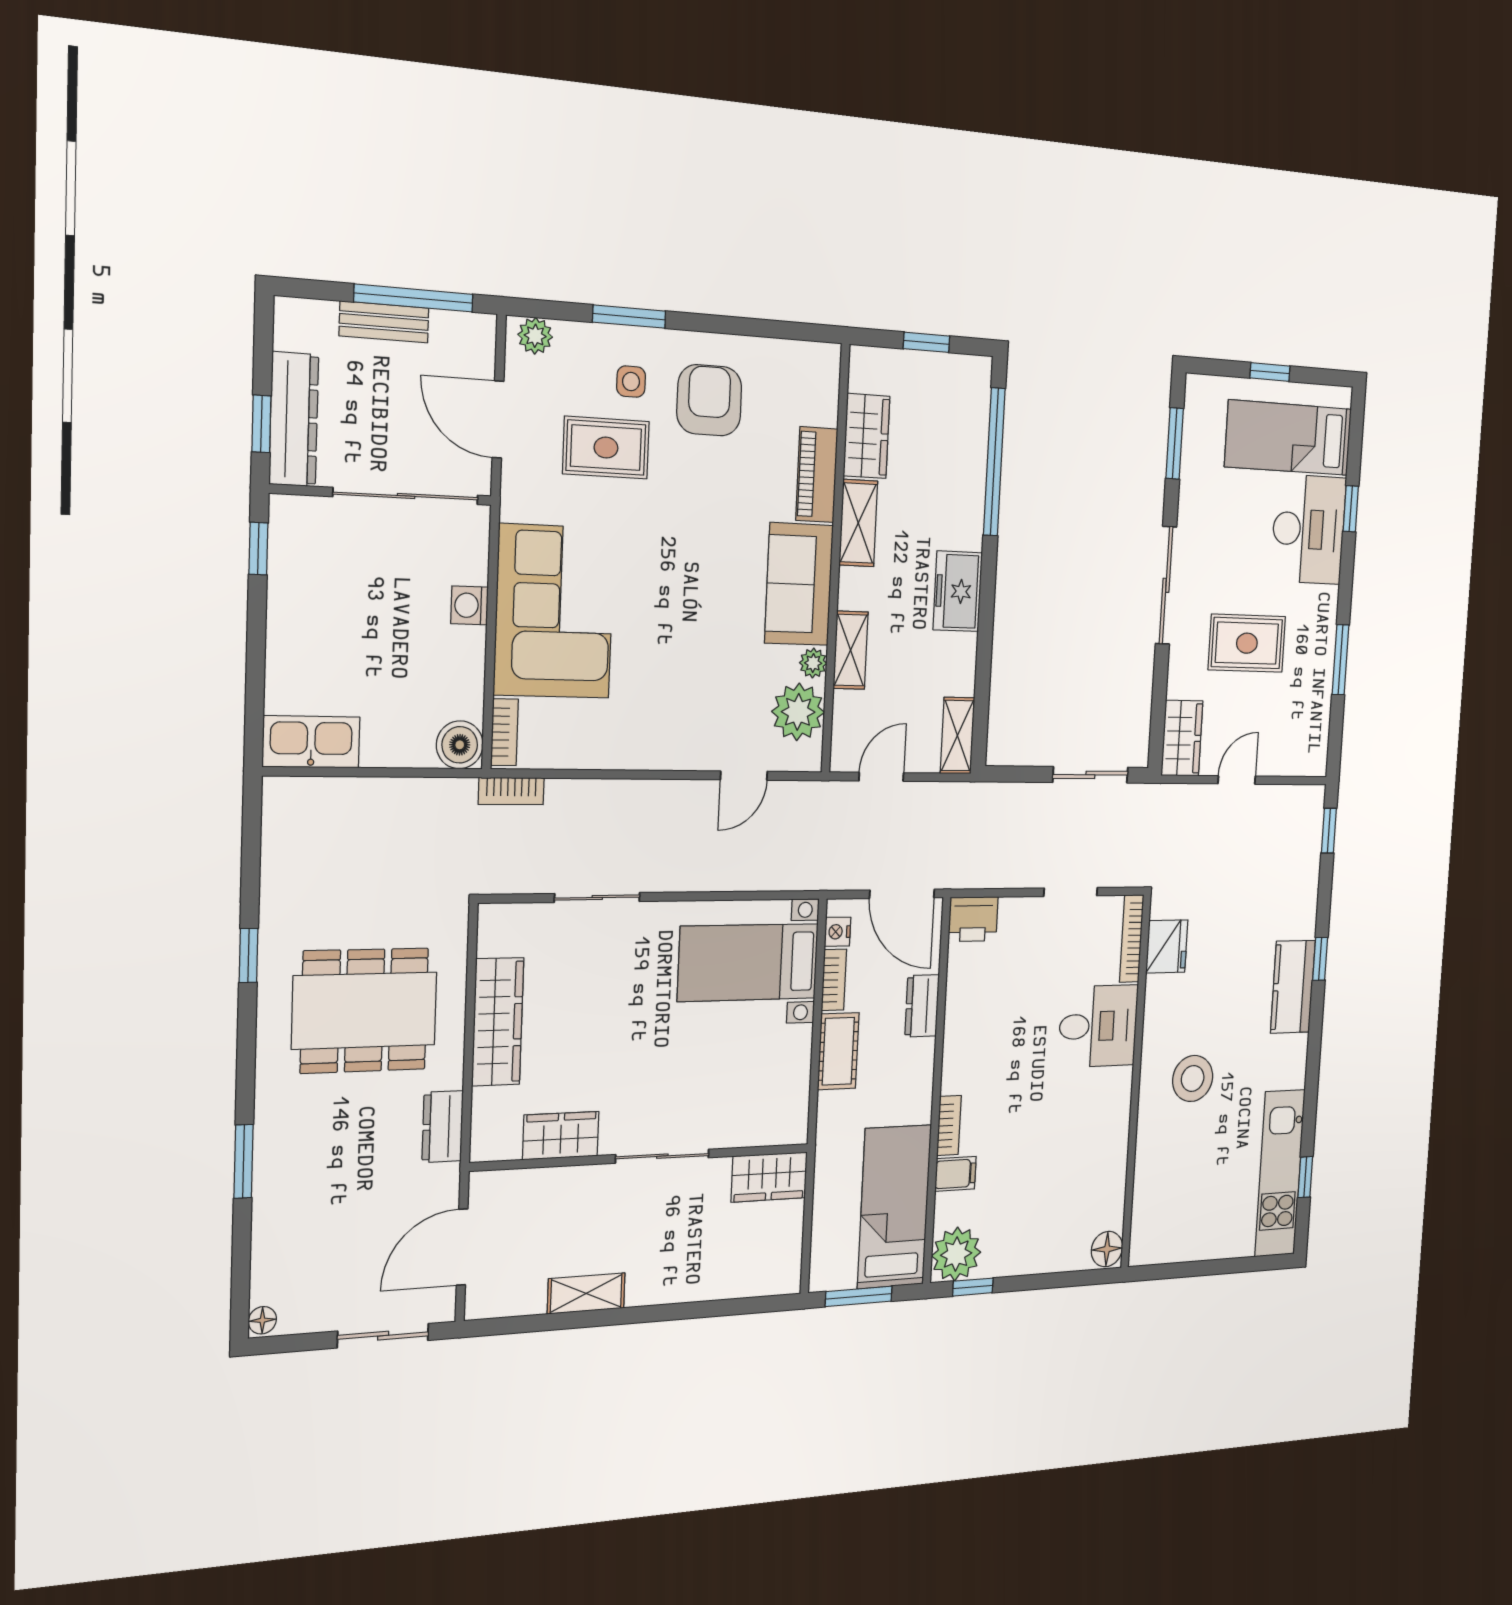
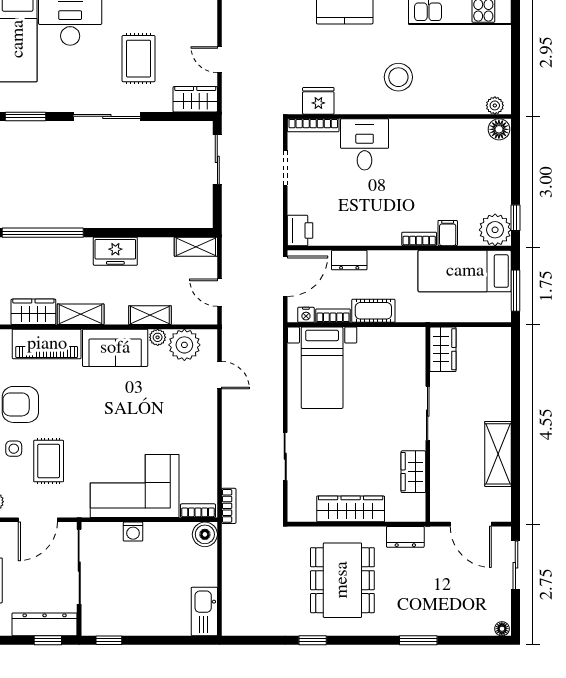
piano: (817, 475) -> (47, 344), width x1.37, depth x1.33
plant: (1142, 1239) -> (495, 105), added
shelving: (586, 1293) -> (498, 454), width x1.50, depth x1.33

